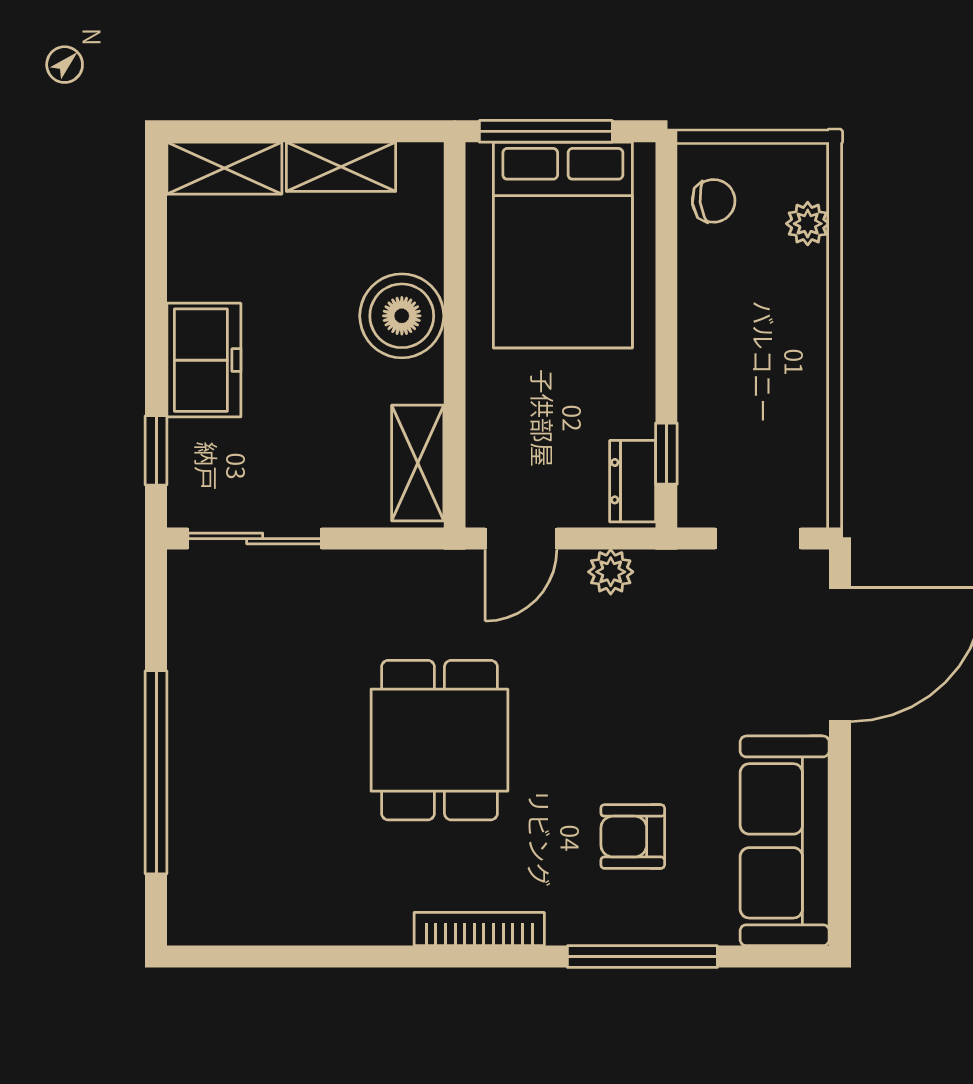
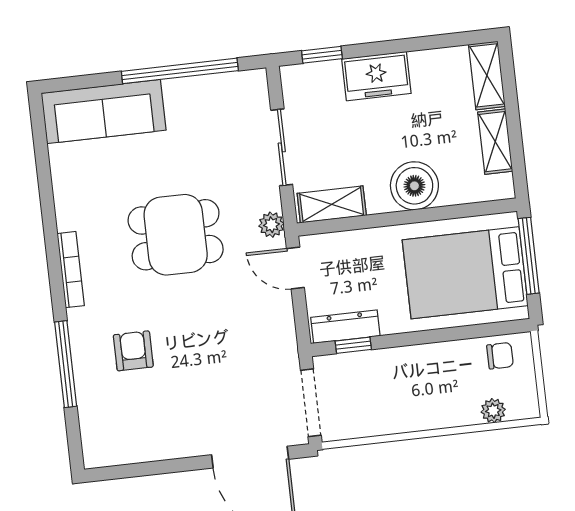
chair: (714, 201) -> (500, 356), turned -83
dresser: (633, 481) -> (345, 327), width x1.44
sliding door: (255, 539) -> (282, 147), moved
doorway: (758, 539) -> (311, 403), width x1.38
plant: (611, 572) -> (271, 225), moved
window: (156, 772) -> (180, 71), moved
sofa: (785, 841) -> (104, 112), moved, turned 180

